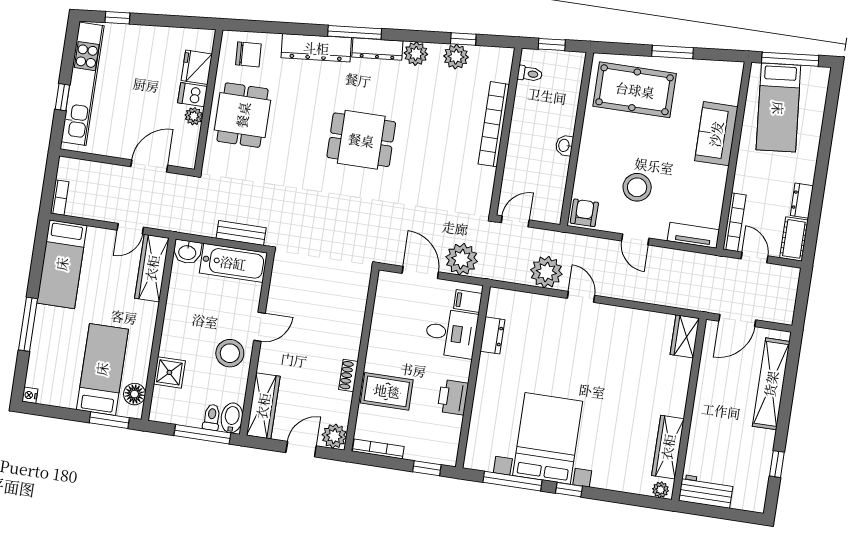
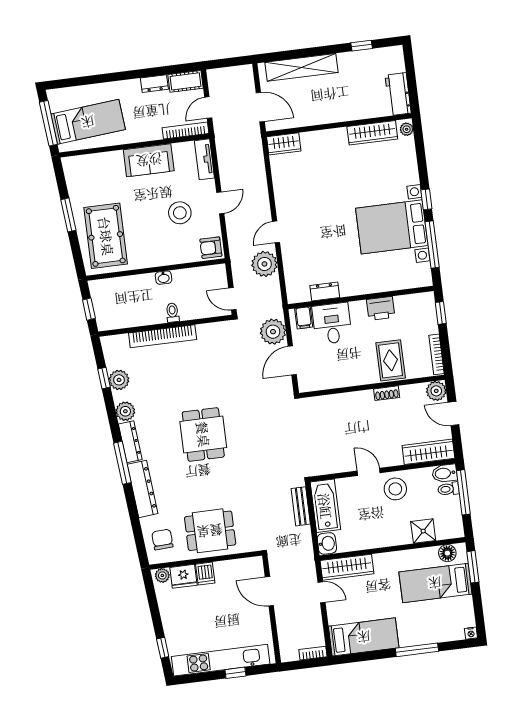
toilet: (530, 74) -> (172, 313), moved
plant: (194, 116) -> (162, 575), moved
sofa: (716, 134) -> (149, 160), moved

